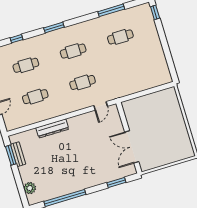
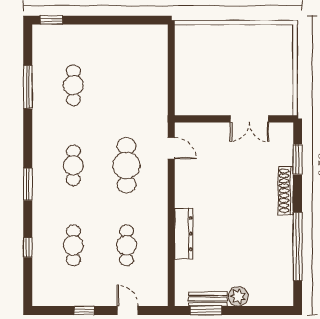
cafe table: (83, 82) -> (126, 165), width x1.37, depth x1.35
double door: (132, 147) -> (249, 119), width x0.73
shoe rack: (96, 181) -> (286, 191), added
plant: (30, 188) -> (238, 296), moved

